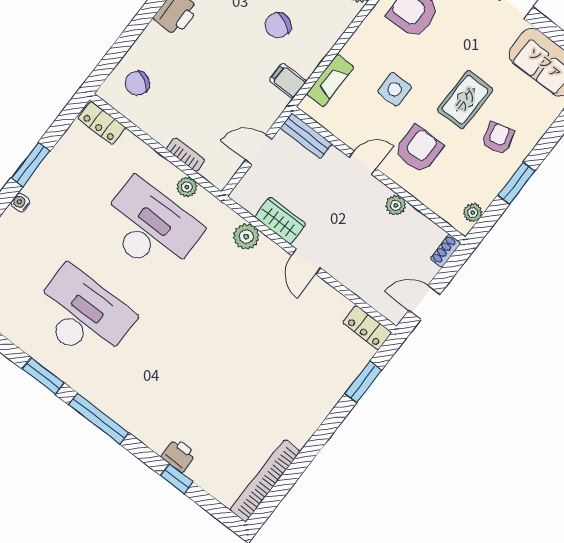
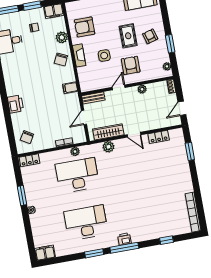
chair: (278, 25) -> (61, 59), moved
fireplace: (330, 81) -> (79, 55), moved
wardrobe: (280, 221) -> (108, 132), width x1.50
locker: (367, 328) -> (159, 137), moved
printer: (179, 455) -> (124, 239), moved

